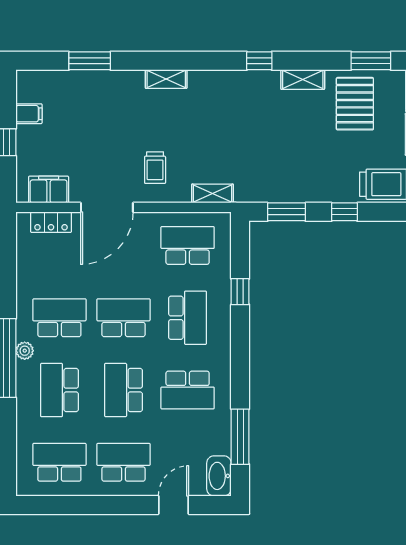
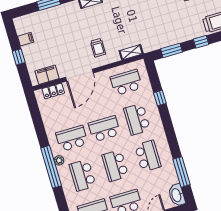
school desk: (188, 318) -> (137, 119), turned 180
school desk: (188, 390) -> (148, 156), turned -90

